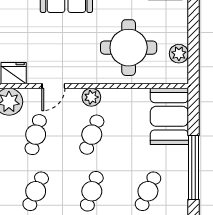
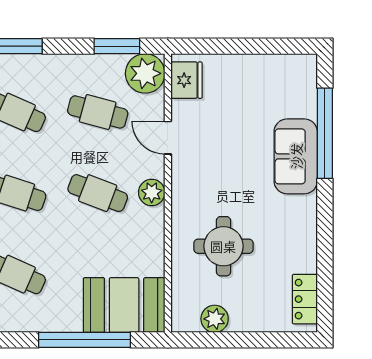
round table: (129, 48) -> (223, 246), width x0.73, depth x0.73
window: (193, 168) -> (85, 340), moved

